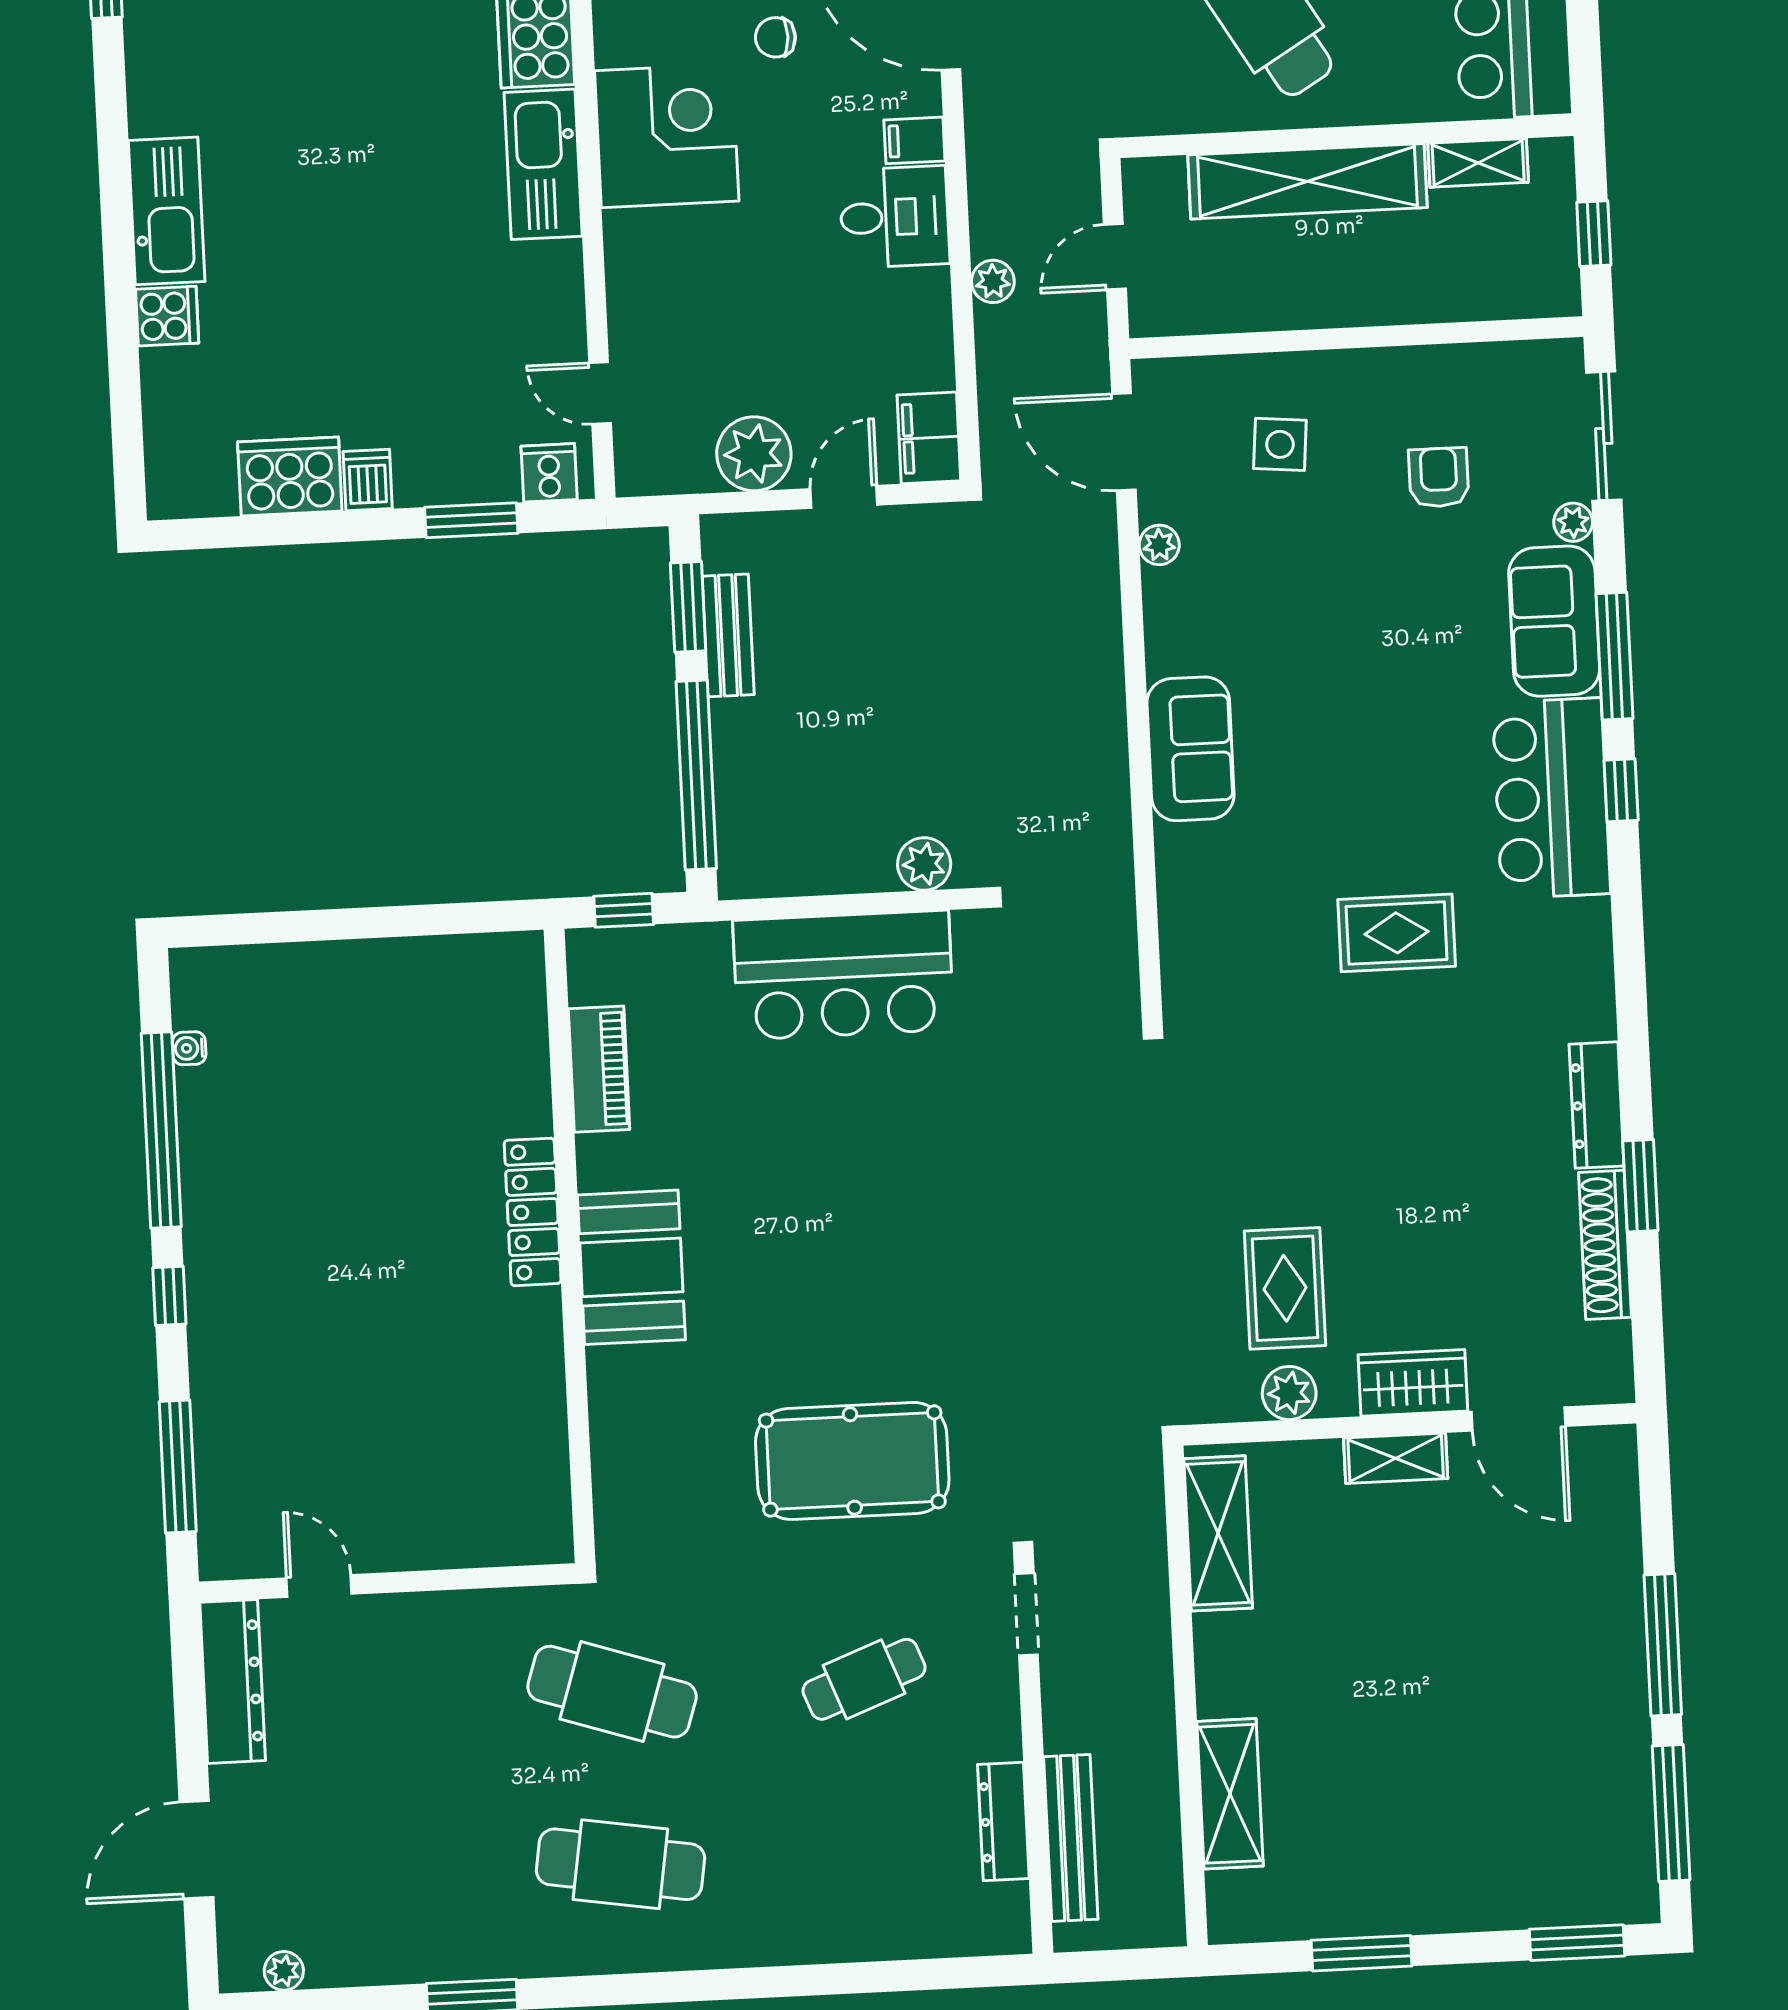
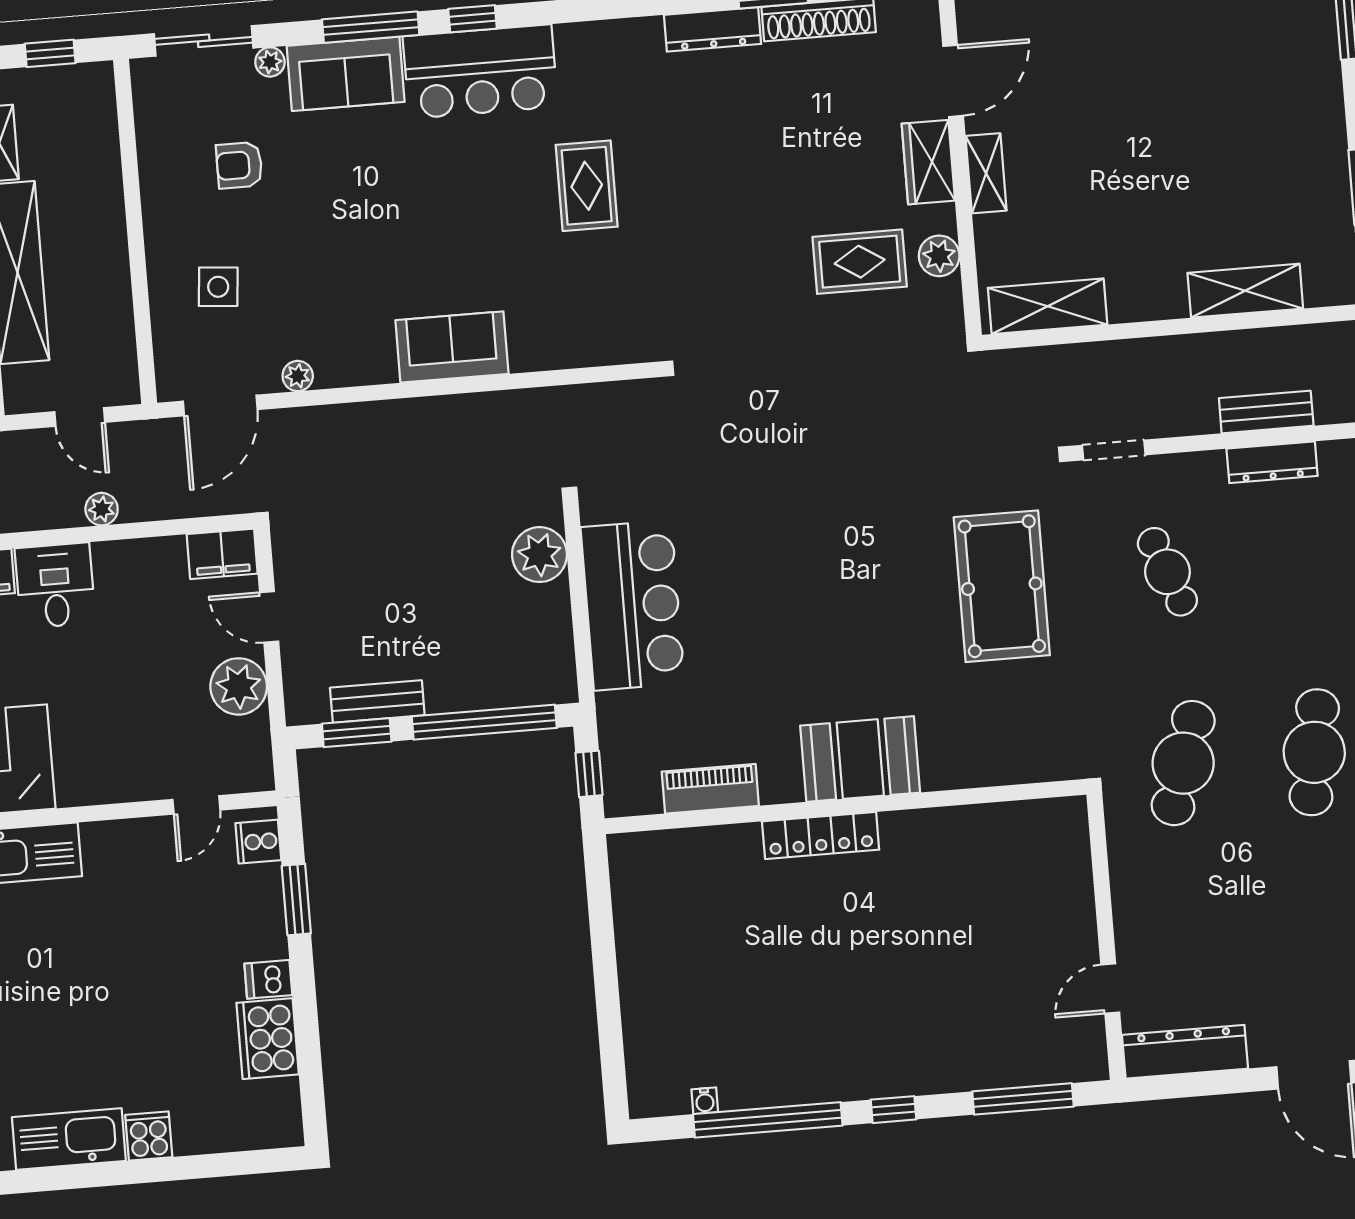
plant: (924, 864) -> (539, 555), width x1.36, depth x1.36
bench: (1071, 1838) -> (1266, 412), width x0.73

